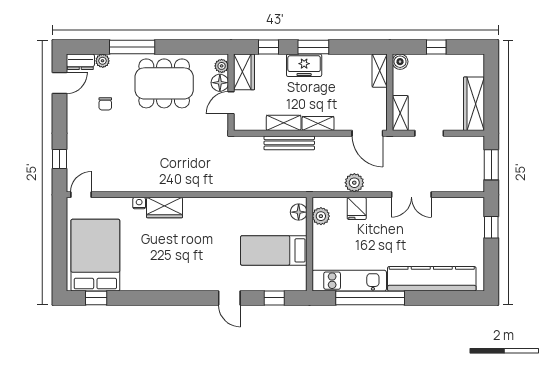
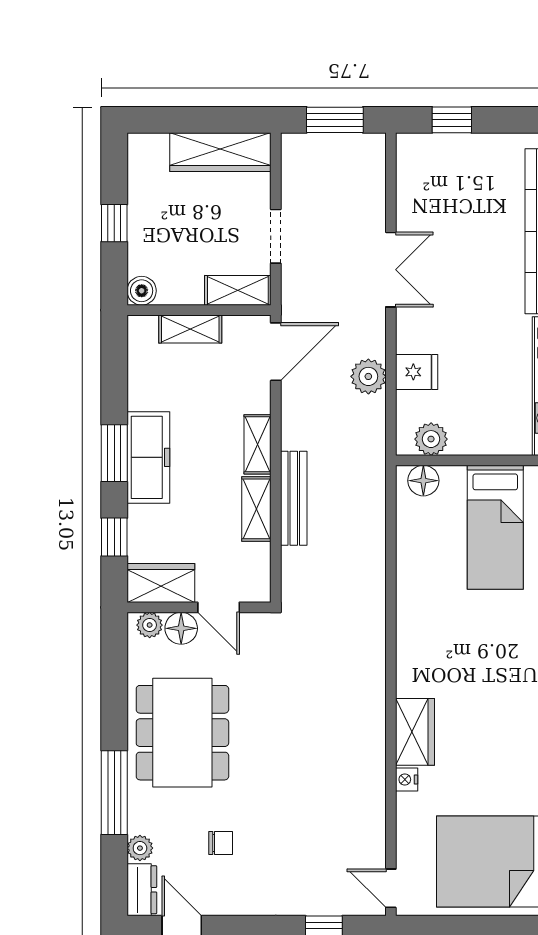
freezer: (304, 65) -> (148, 457), width x1.40
shelving: (380, 71) -> (190, 329), moved

